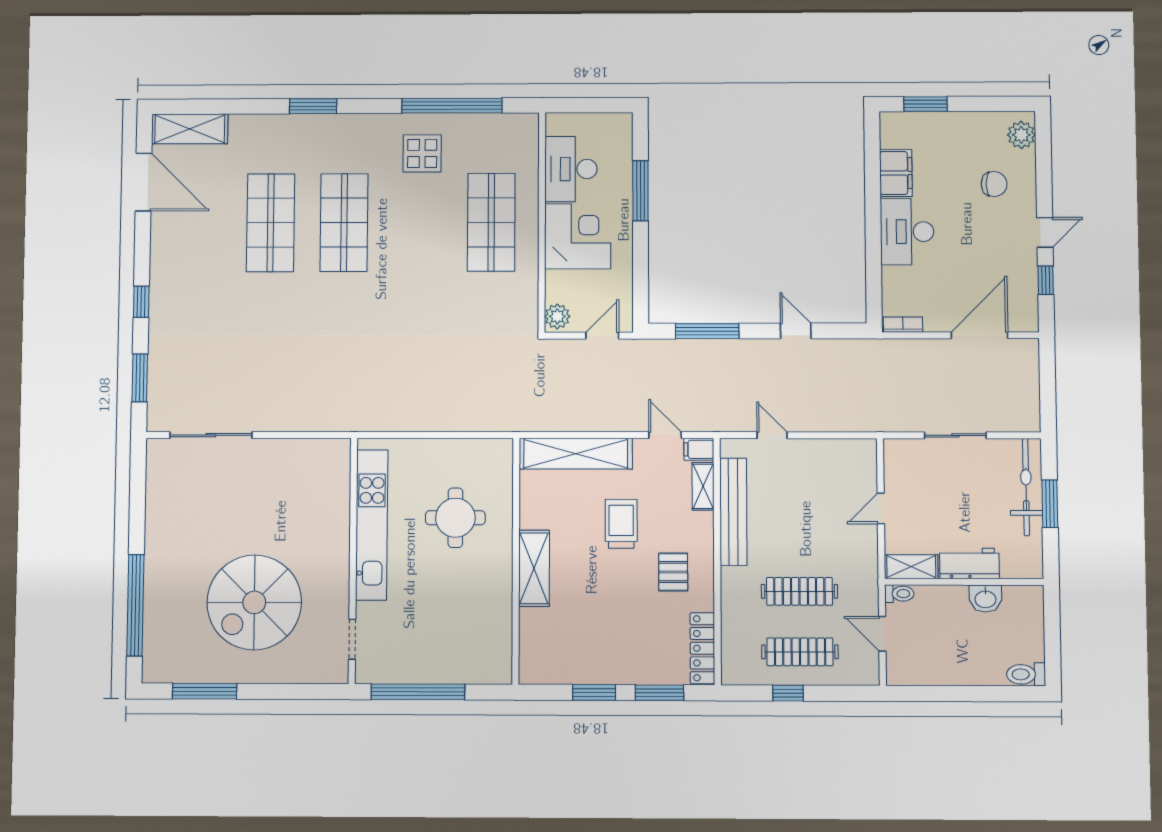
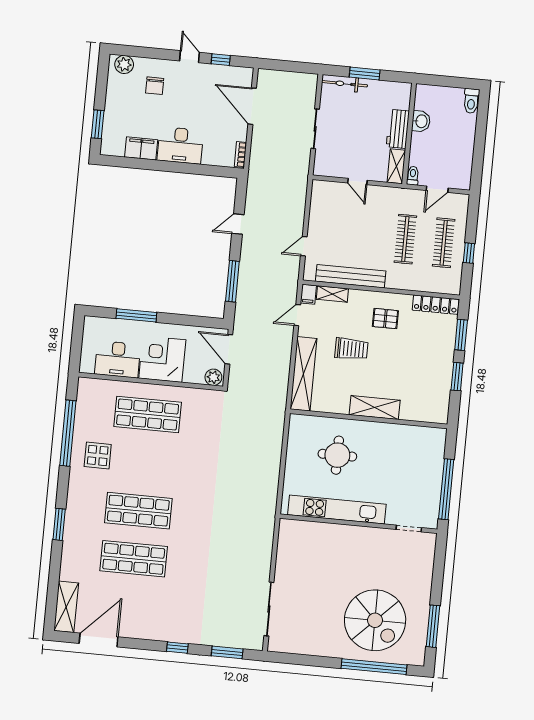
chair: (994, 184) -> (155, 86), turned 180
door: (602, 336) -> (229, 349), width x1.38
bicycle: (1026, 487) -> (344, 84), width x0.73, depth x0.71
trolley: (621, 524) -> (351, 349), turned 180
spiral stairs: (254, 602) -> (375, 620), moved

